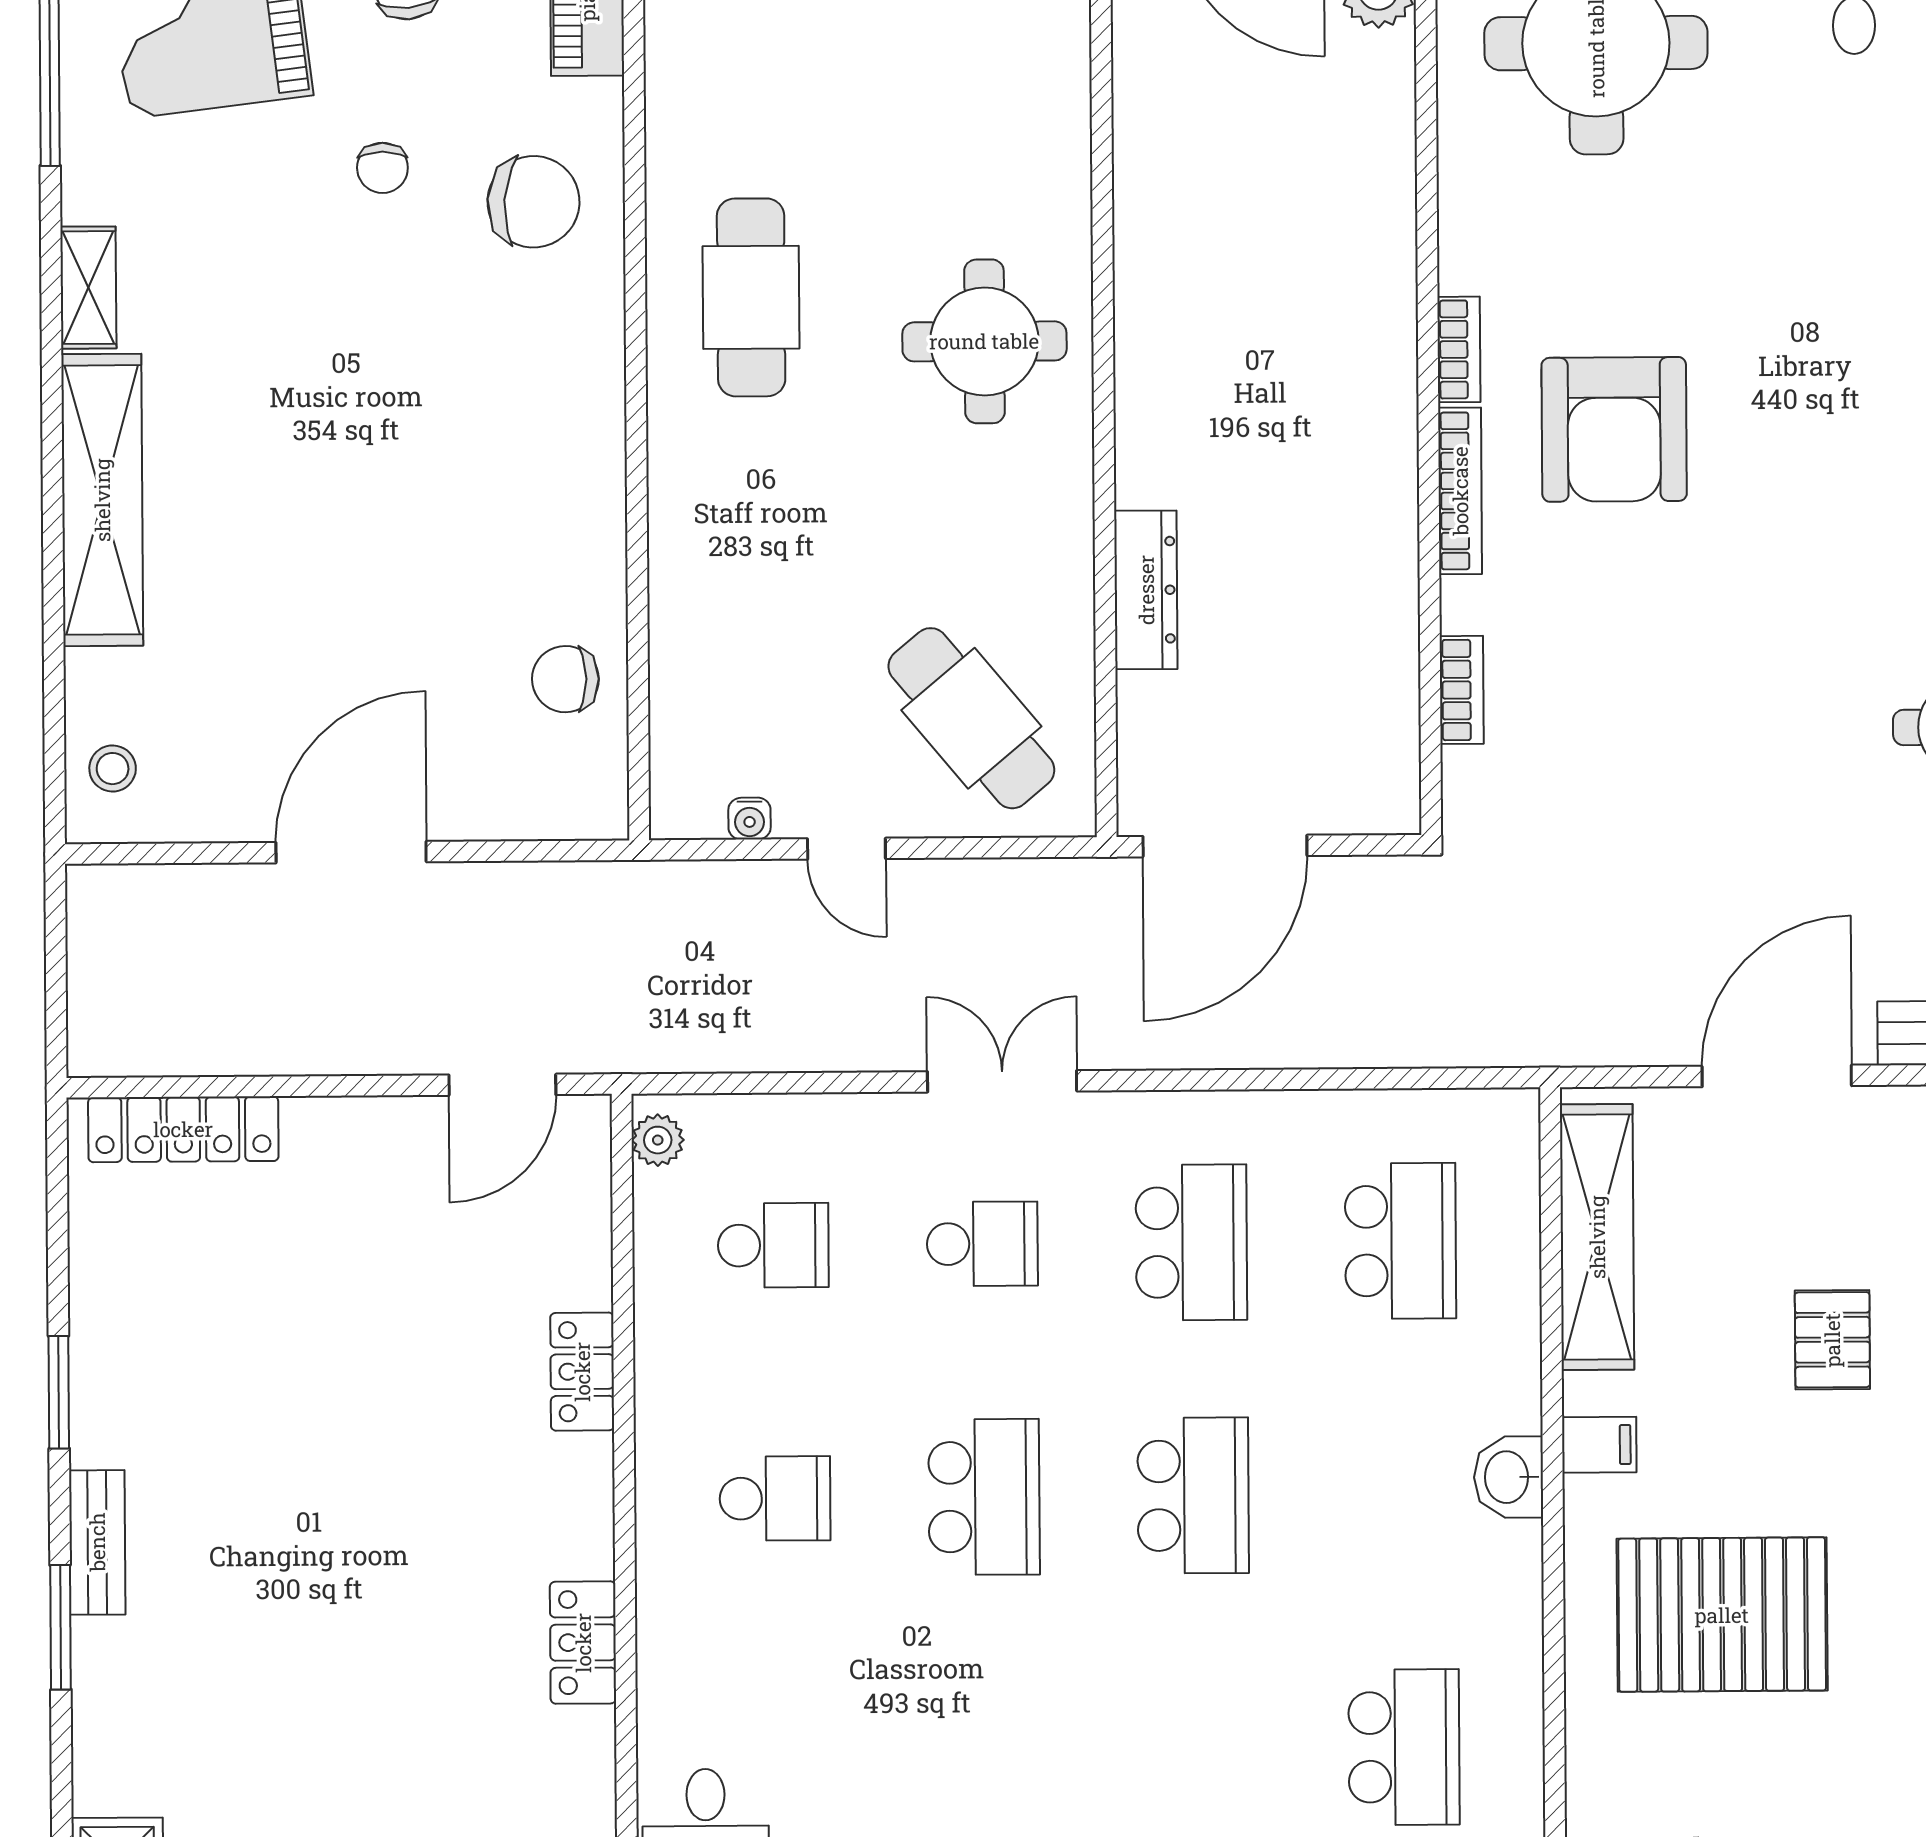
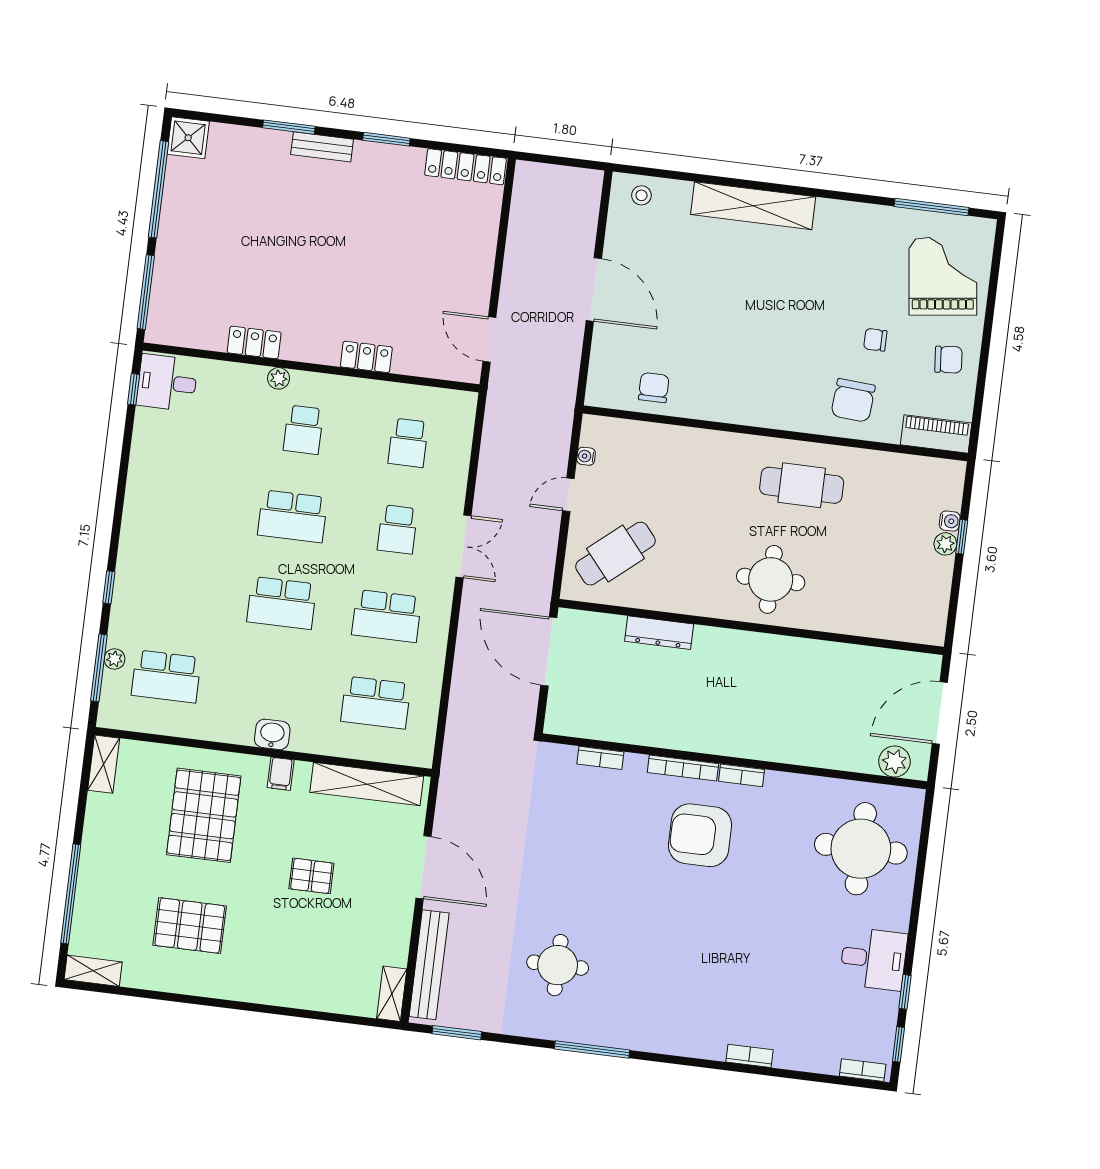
shelving: (88, 288) -> (842, 212), removed
locker: (183, 1129) -> (466, 167), moved, turned -90
plant: (658, 1140) -> (279, 378), moved

